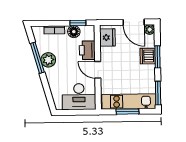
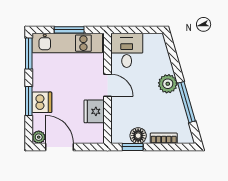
fridge: (107, 38) -> (94, 111), moved
printer: (87, 50) -> (121, 111), removed
plant: (48, 60) -> (168, 84), moved
desk: (79, 97) -> (127, 50), width x0.73

